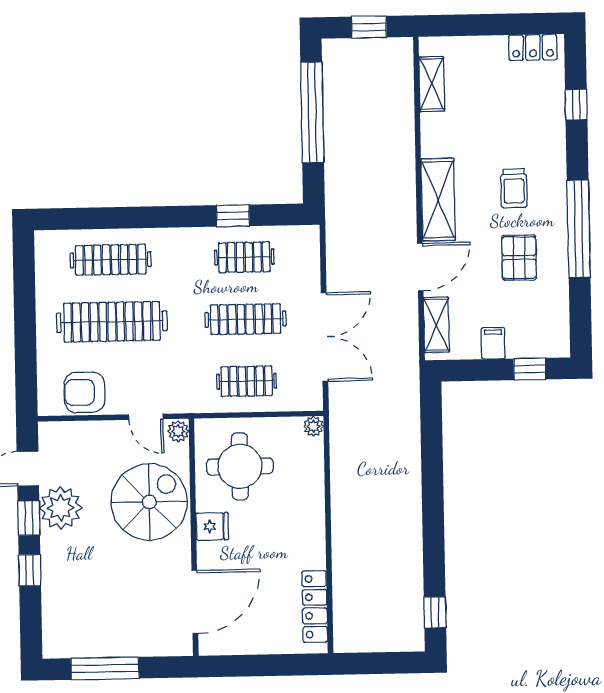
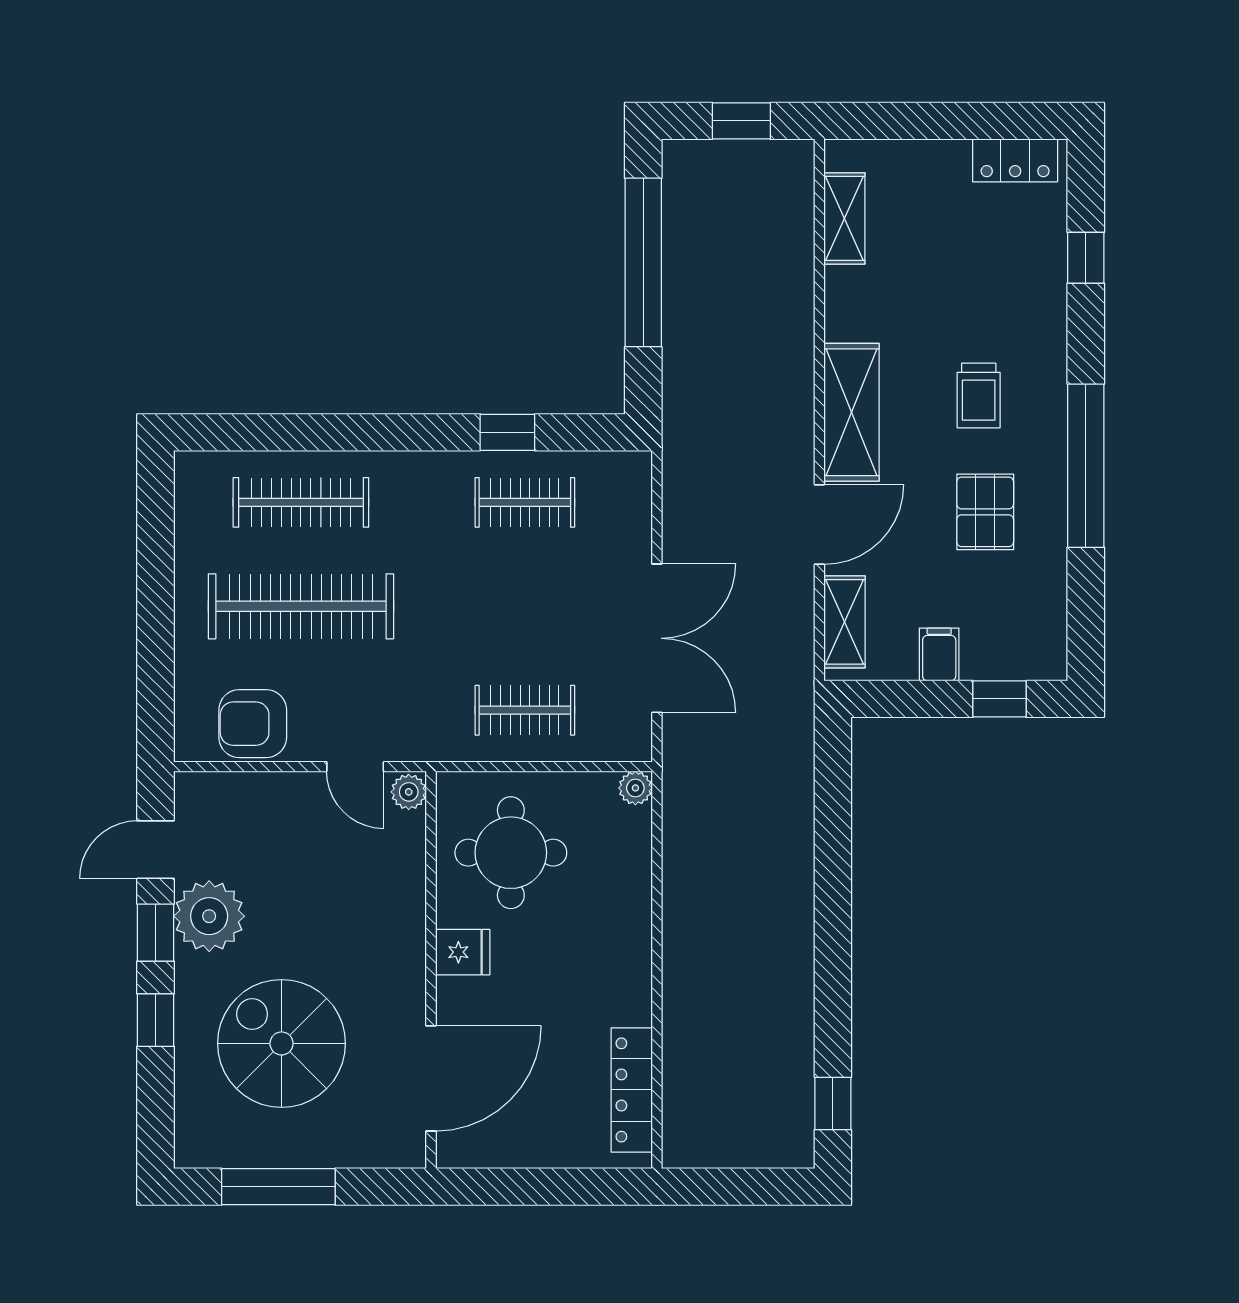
clothes rail: (245, 319) -> (525, 606), removed
spiral stairs: (149, 502) -> (282, 1043), moved, turned -90

